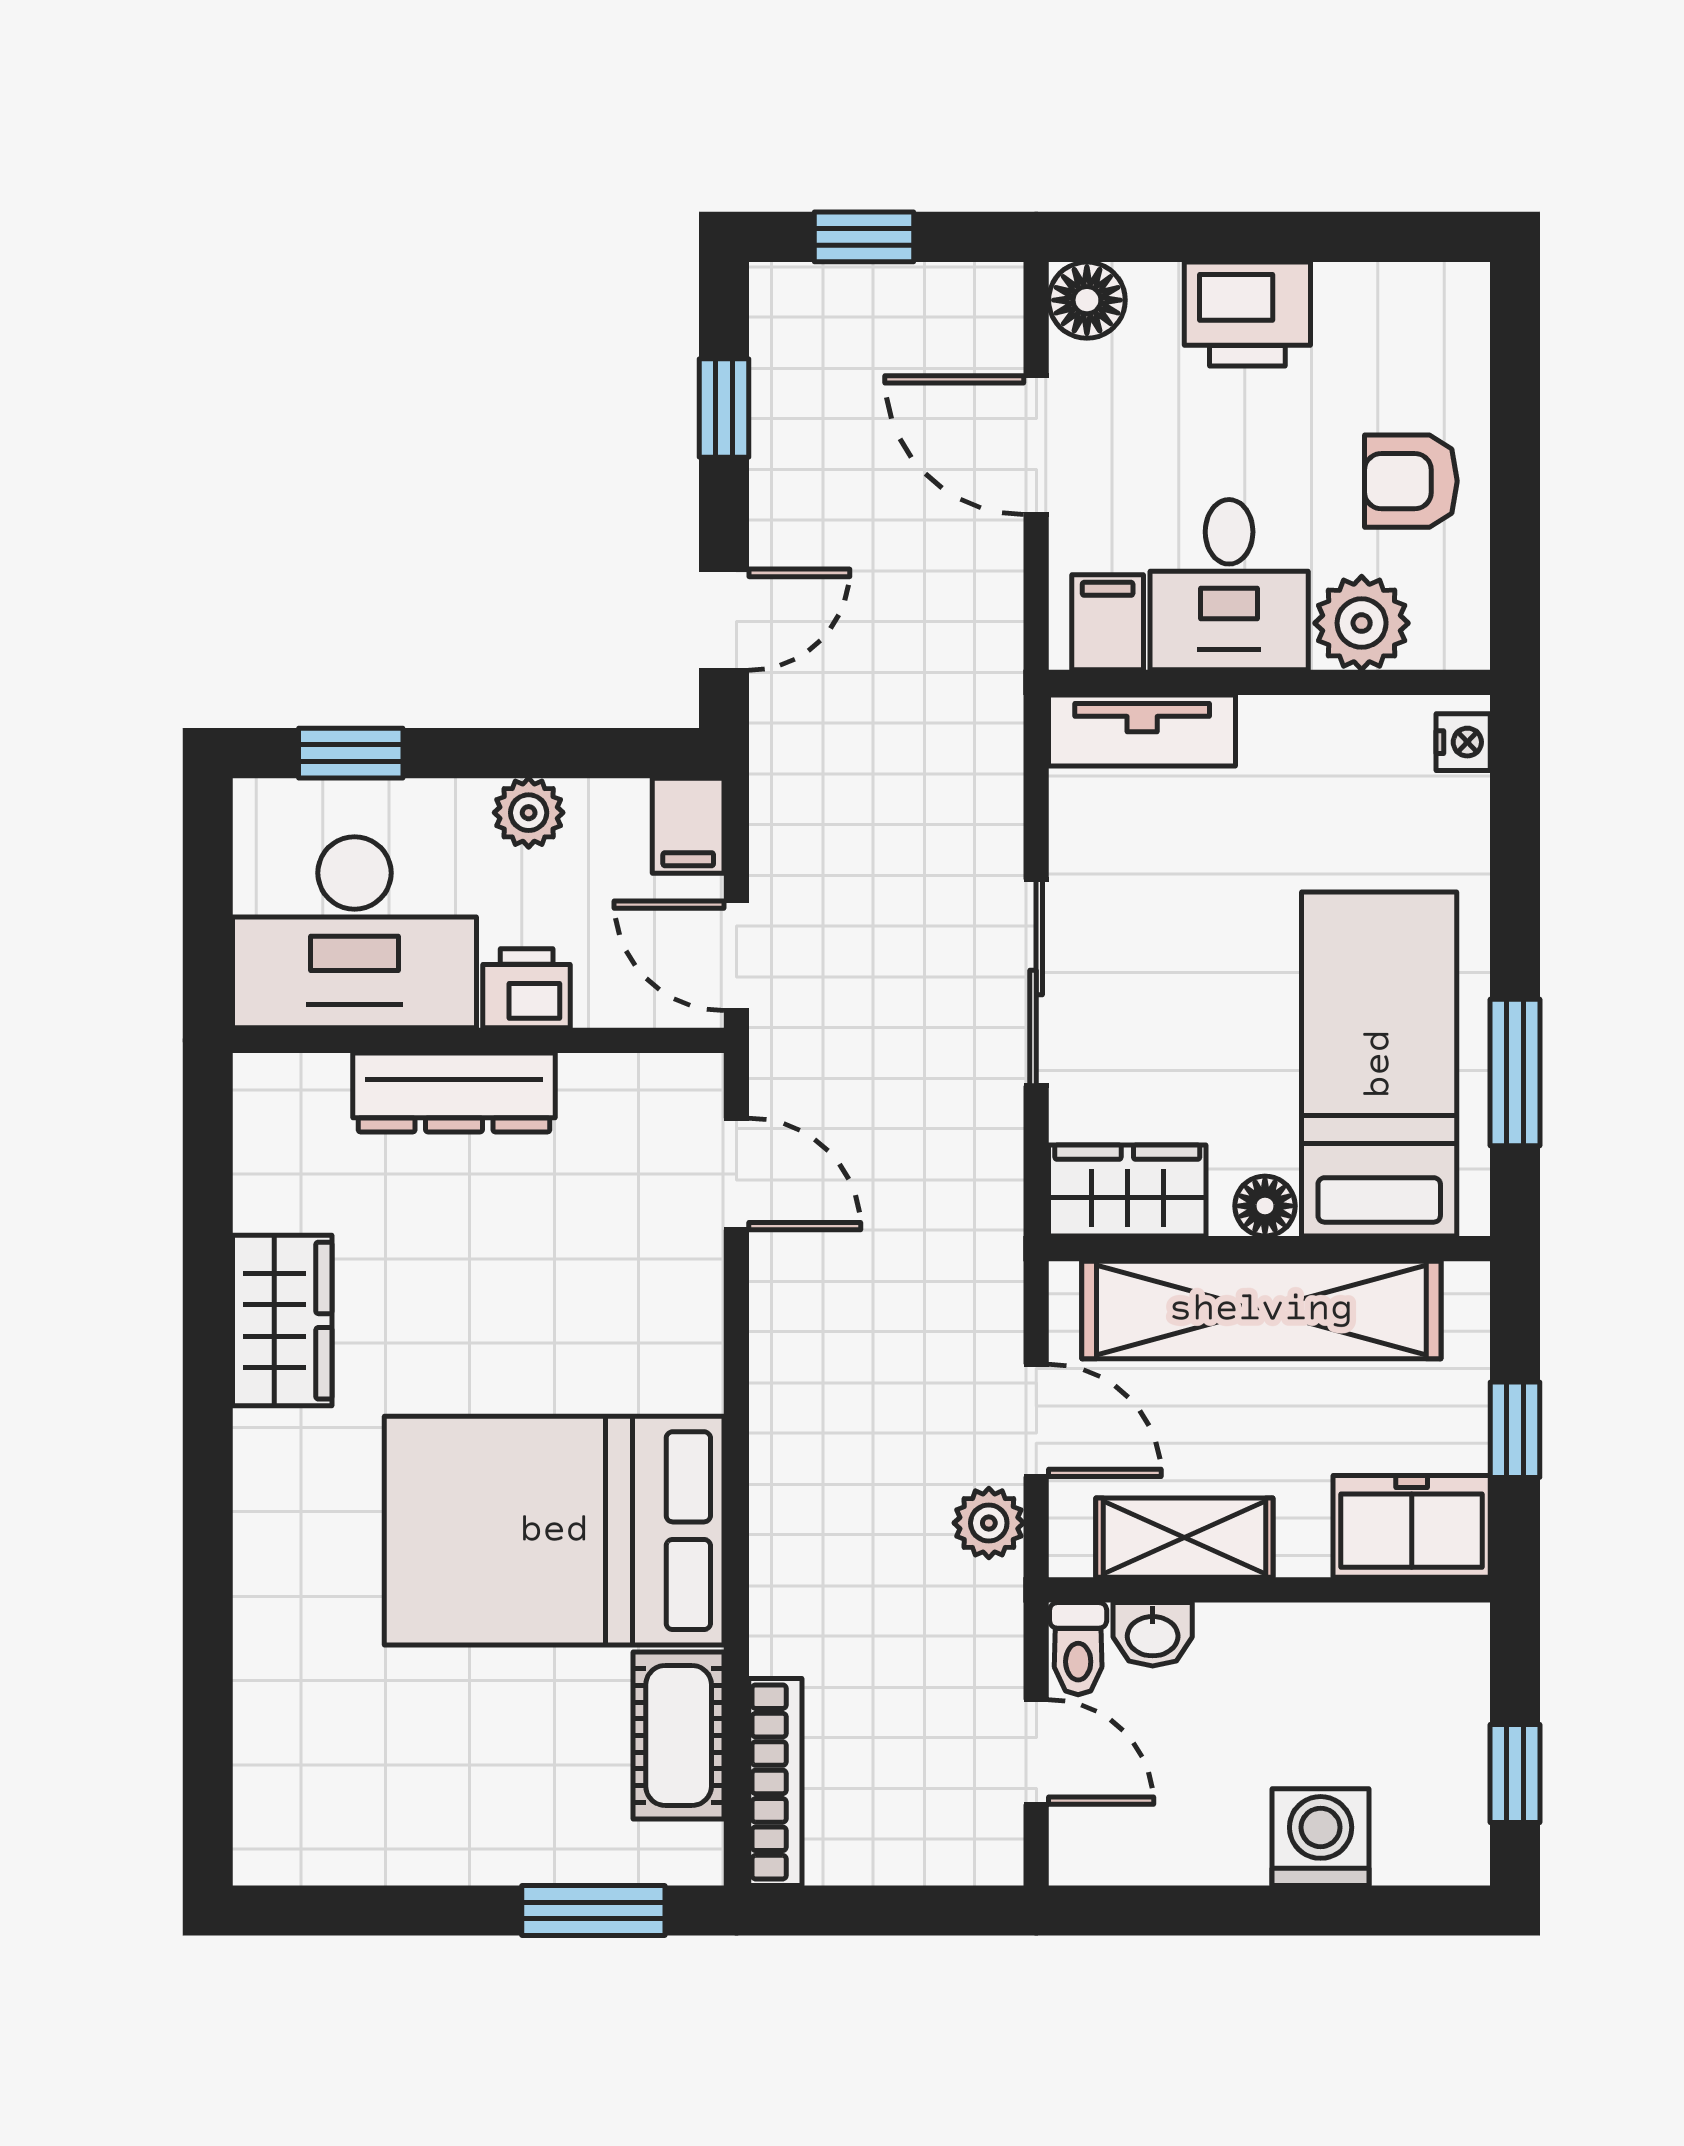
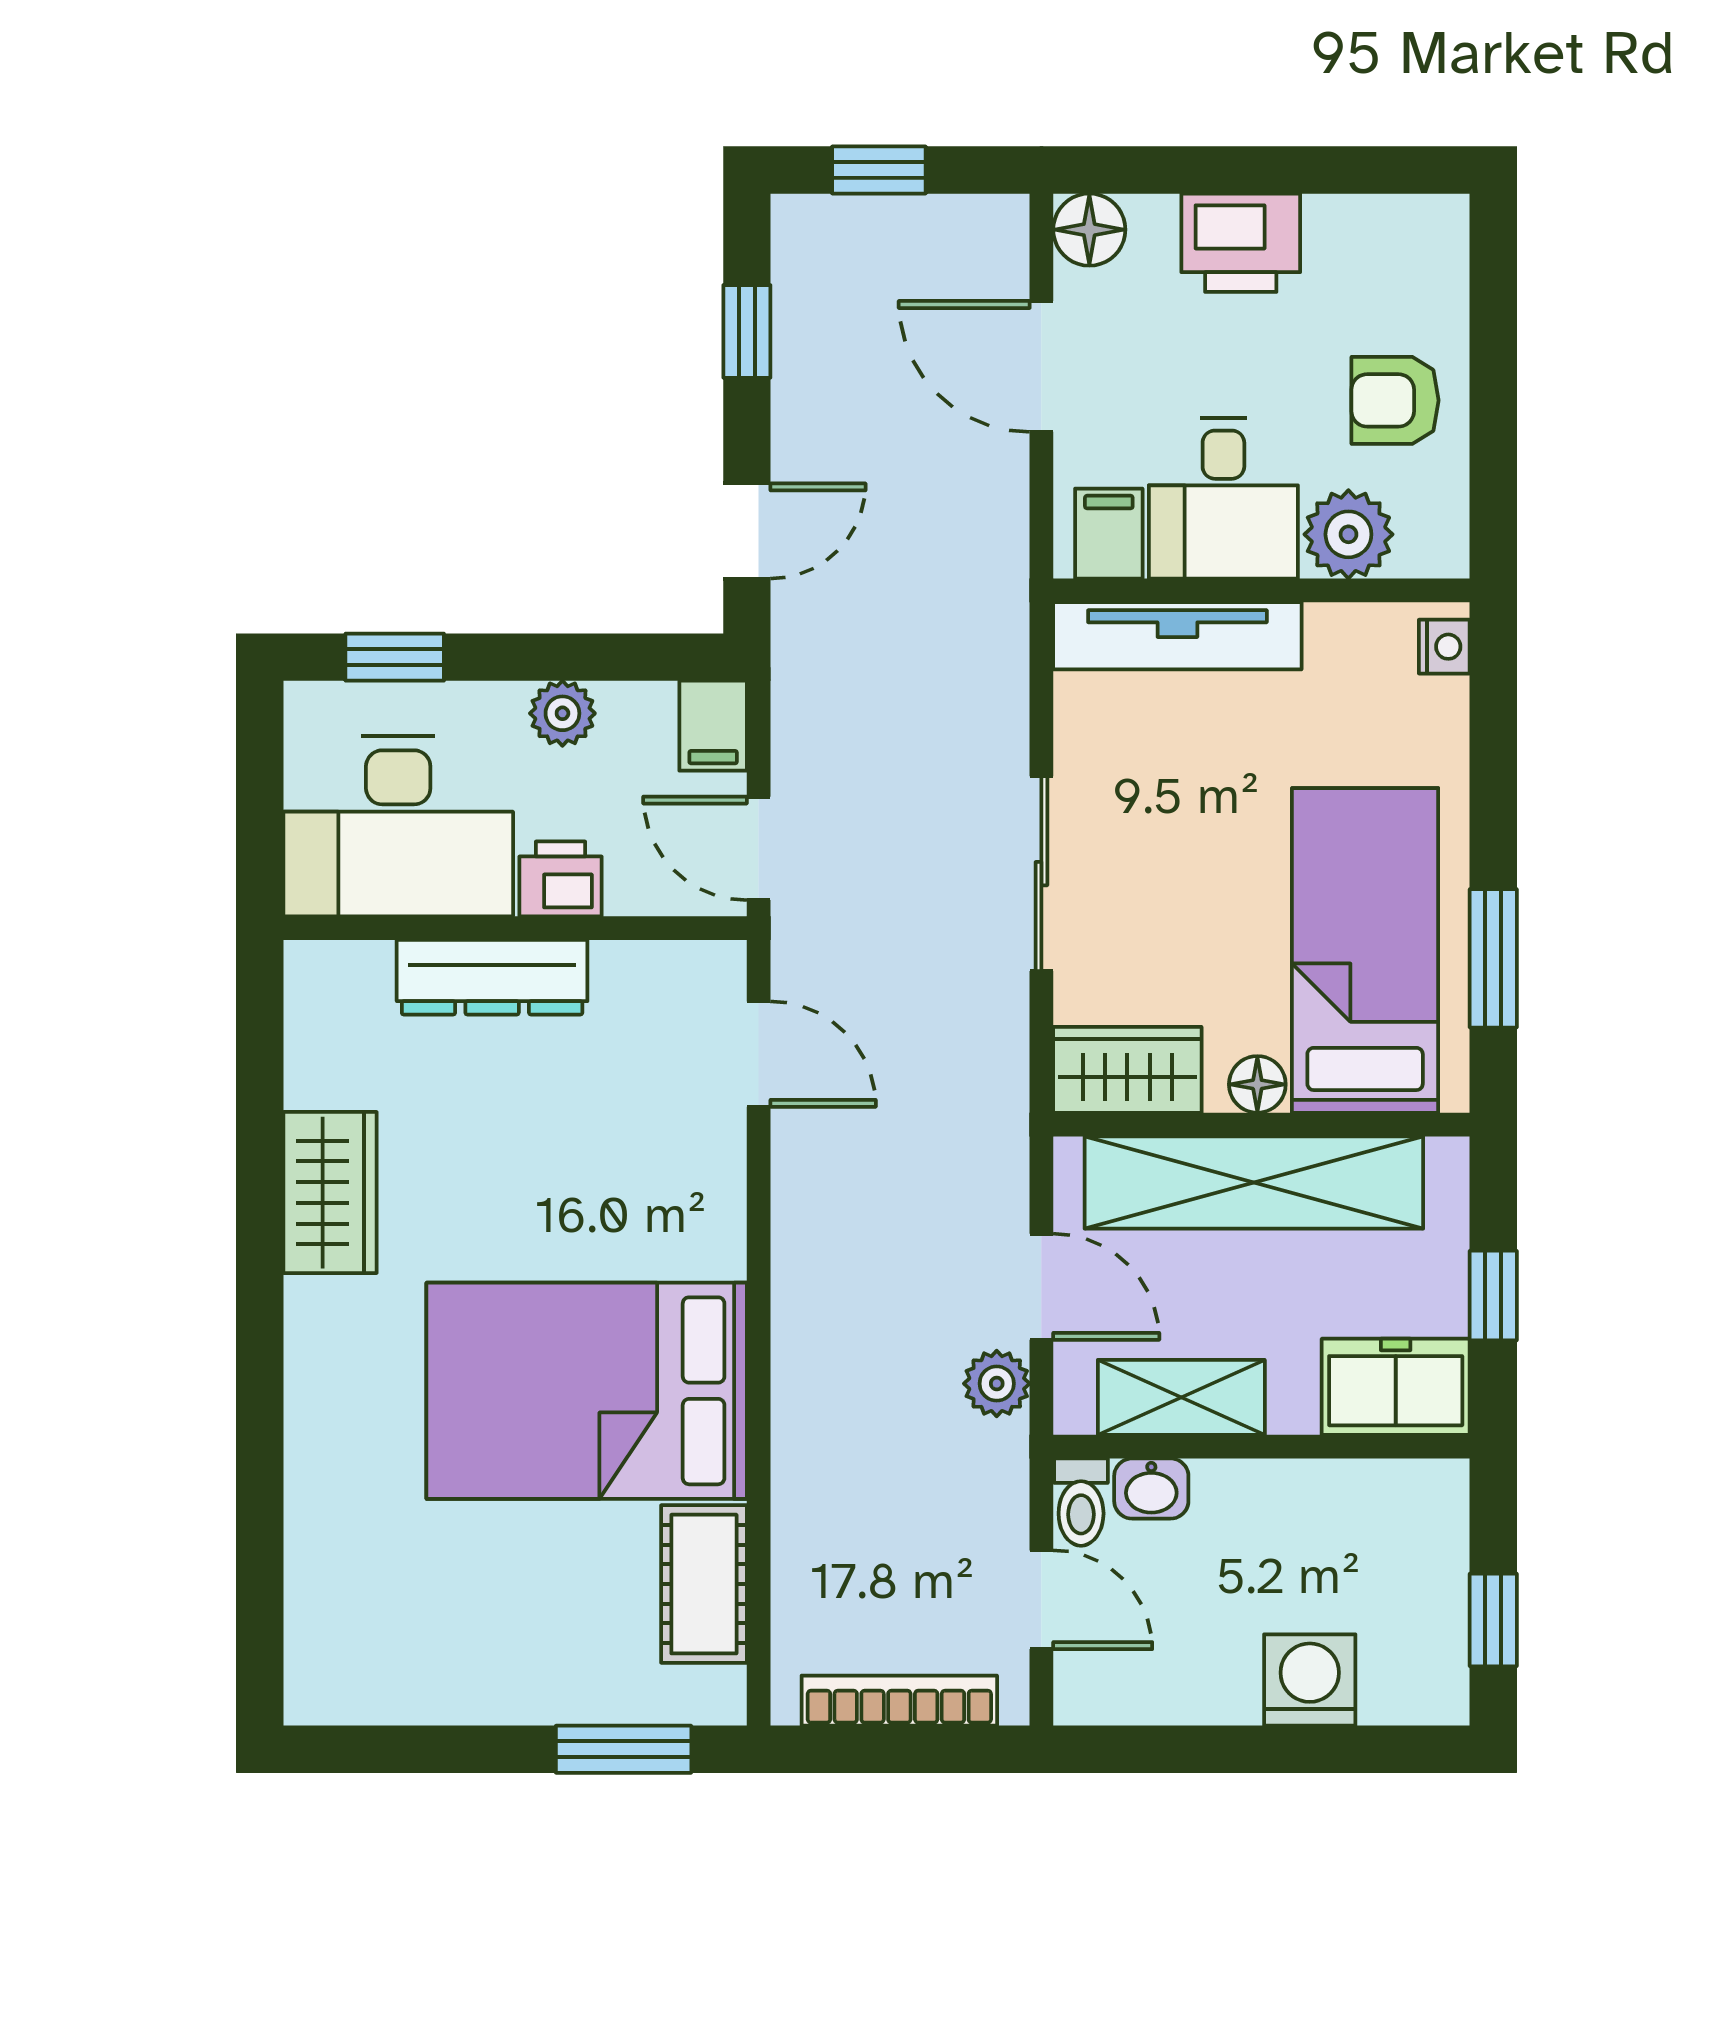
tv unit: (1142, 731) -> (1177, 636), width x1.41
bookcase: (775, 1782) -> (899, 1701), moved, turned -90

